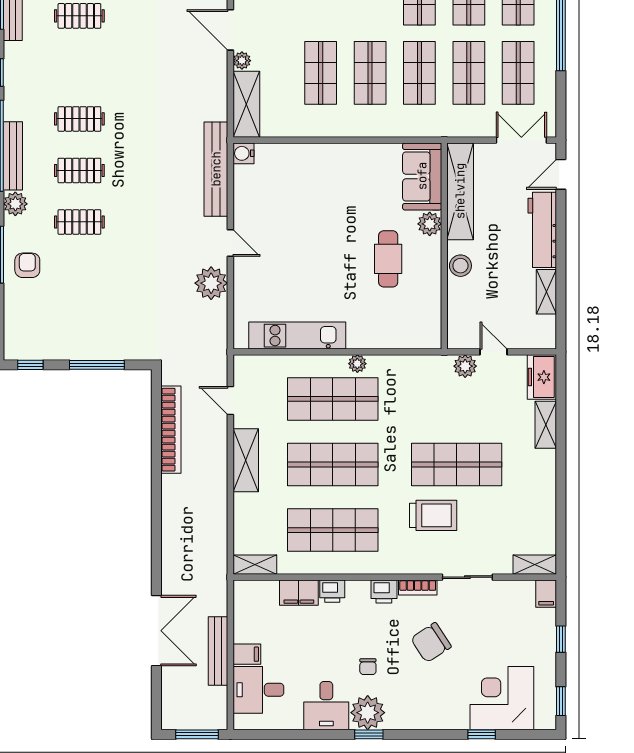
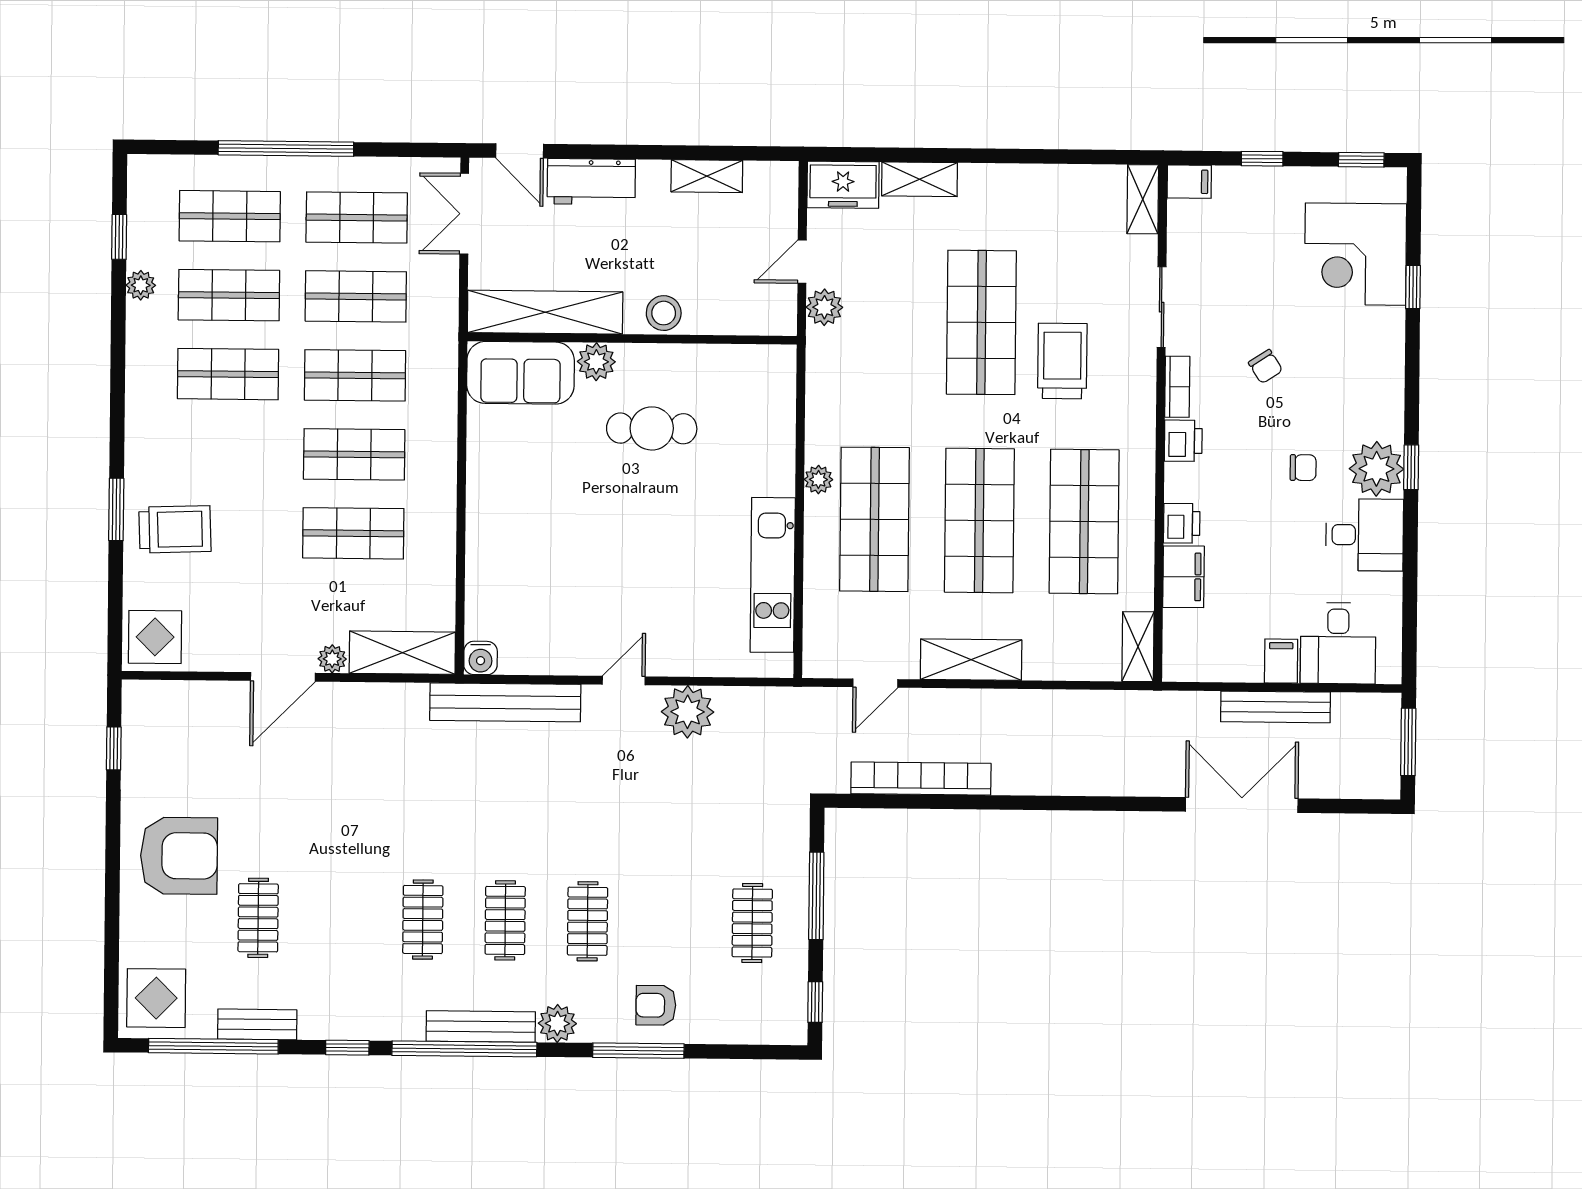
workbench: (542, 230) -> (591, 182), width x0.73
clothes rail: (79, 325) -> (752, 923), added
chair: (431, 643) -> (1266, 367), width x0.54, depth x0.54

